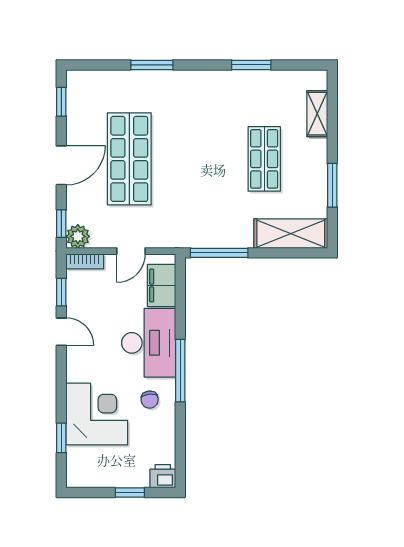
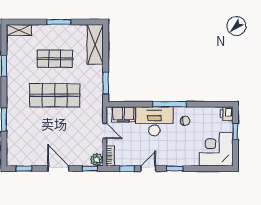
shelving: (317, 114) -> (19, 30), moved
shop shelf: (129, 159) -> (55, 95), moved
window: (332, 185) -> (59, 22), moved
window: (219, 253) -> (106, 83), width x0.69
corner desk: (97, 414) -> (216, 149), moved
window: (61, 438) -> (175, 169), moved

